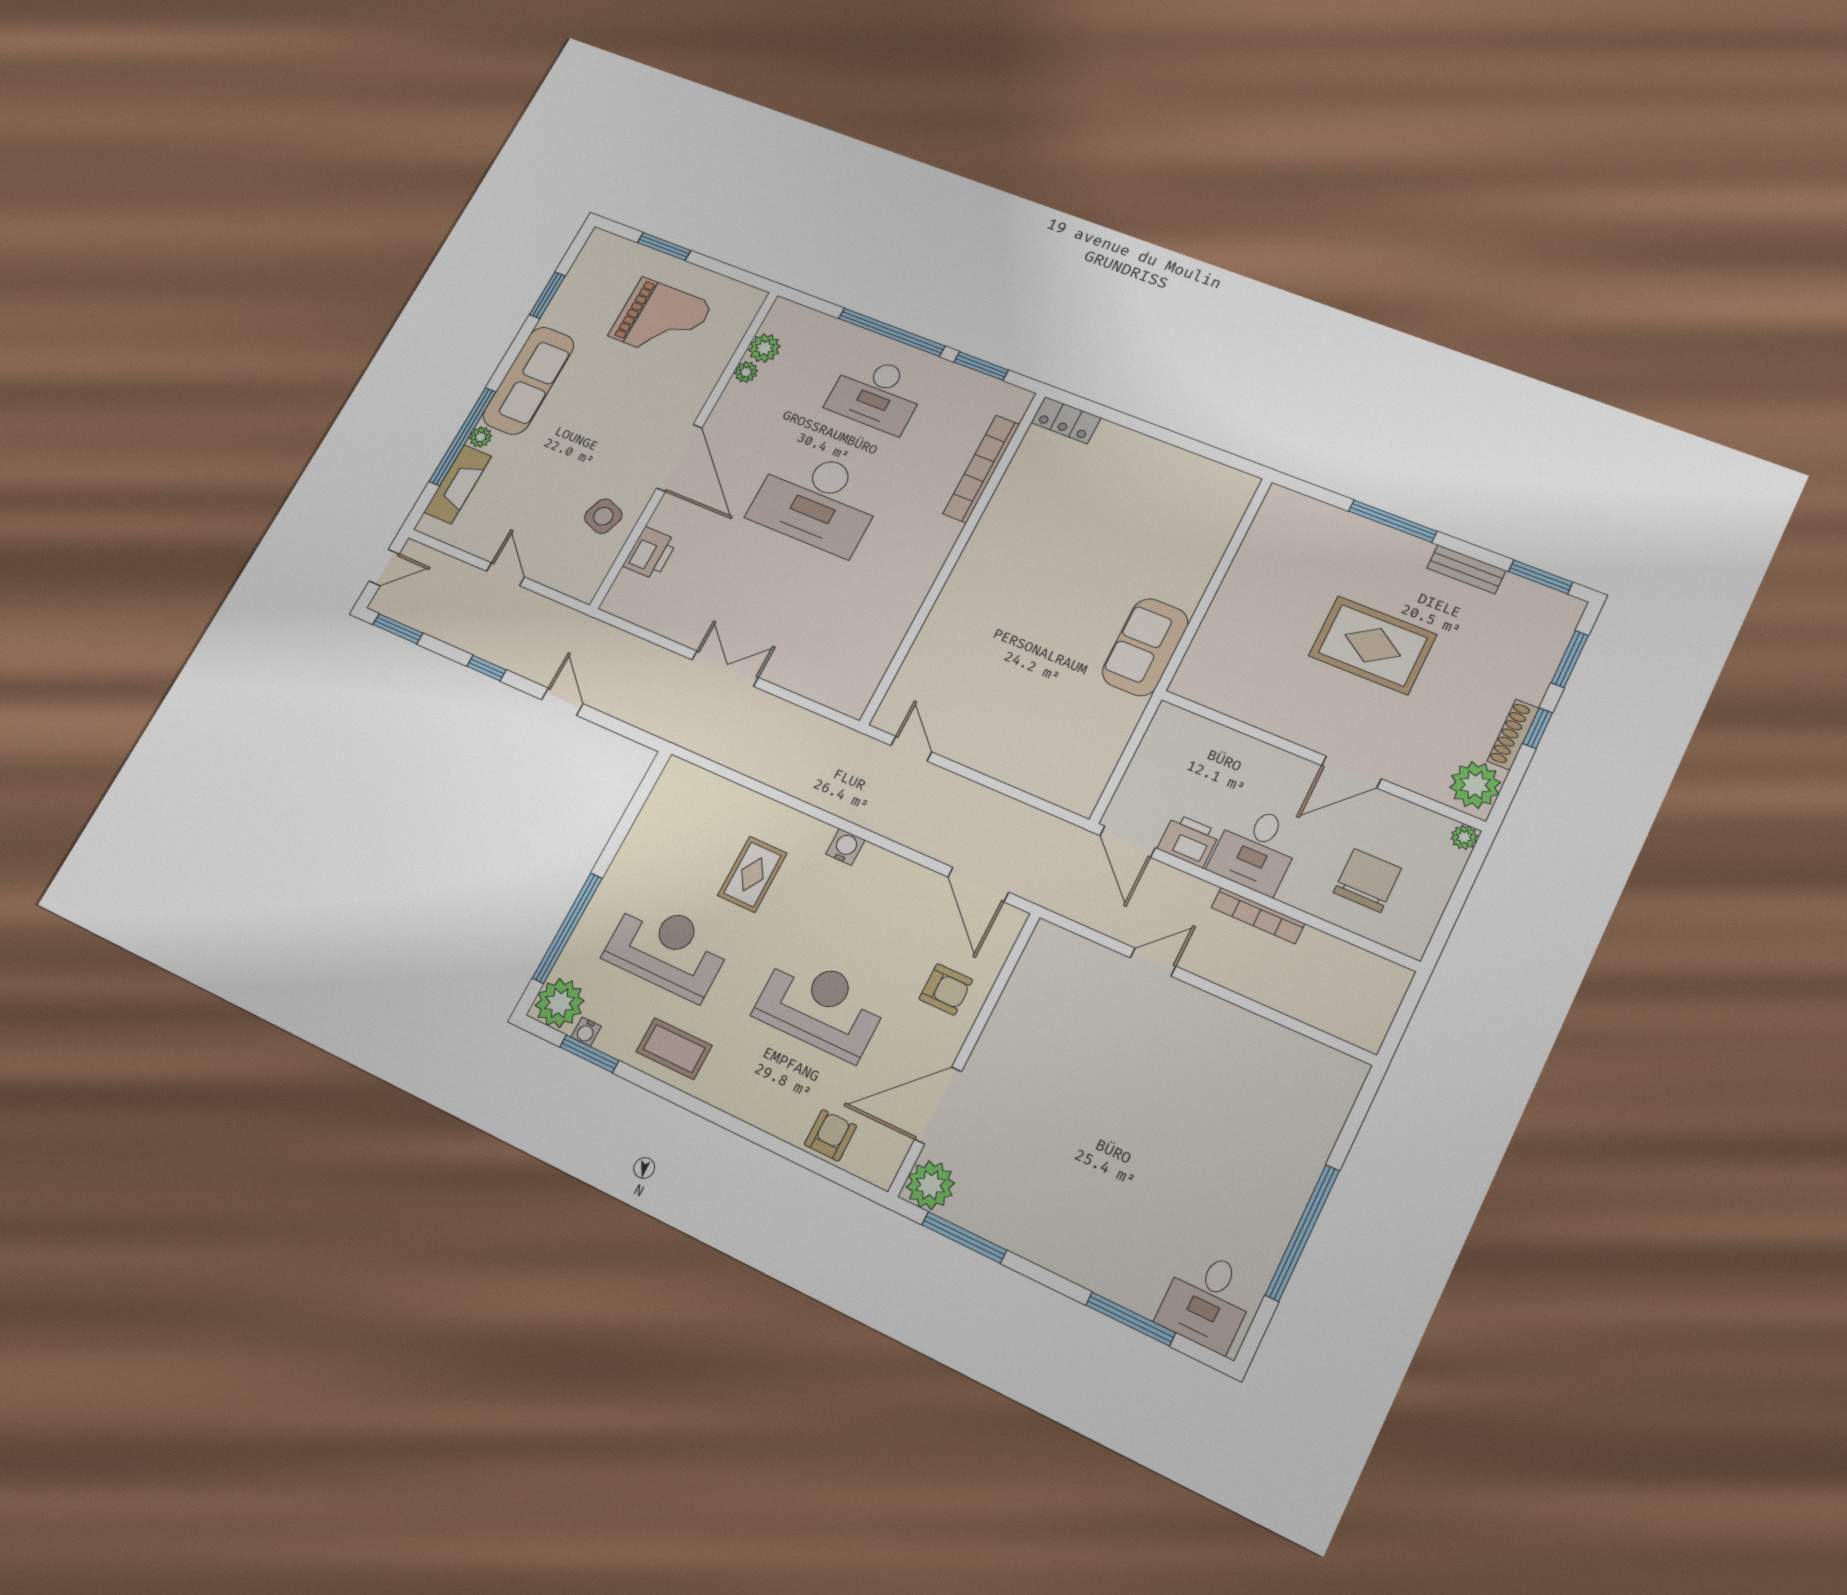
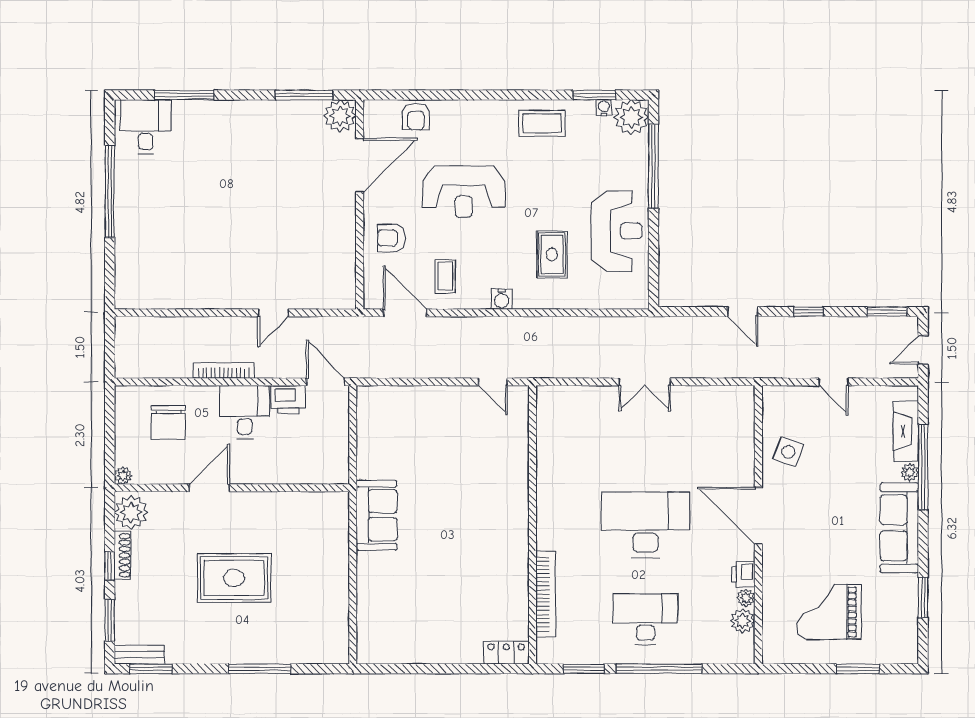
printer: (650, 553) -> (743, 574), moved, width x0.73, depth x0.81
bench: (1466, 569) -> (139, 655), moved
coffee table: (902, 908) -> (445, 276), added
reception desk: (667, 949) -> (617, 231), moved, turned -90

